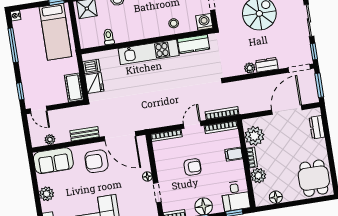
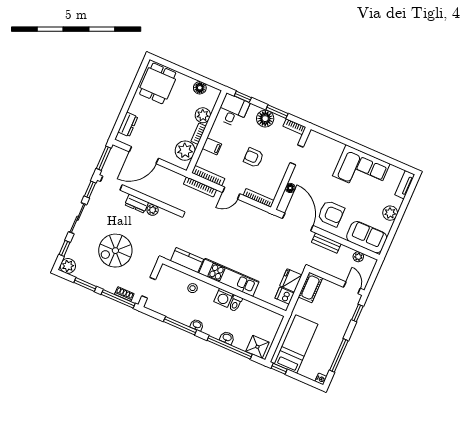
washing machine: (204, 22) -> (223, 298), moved
toilet: (109, 37) -> (235, 303), moved
floor lamp: (147, 176) -> (290, 188), moved

